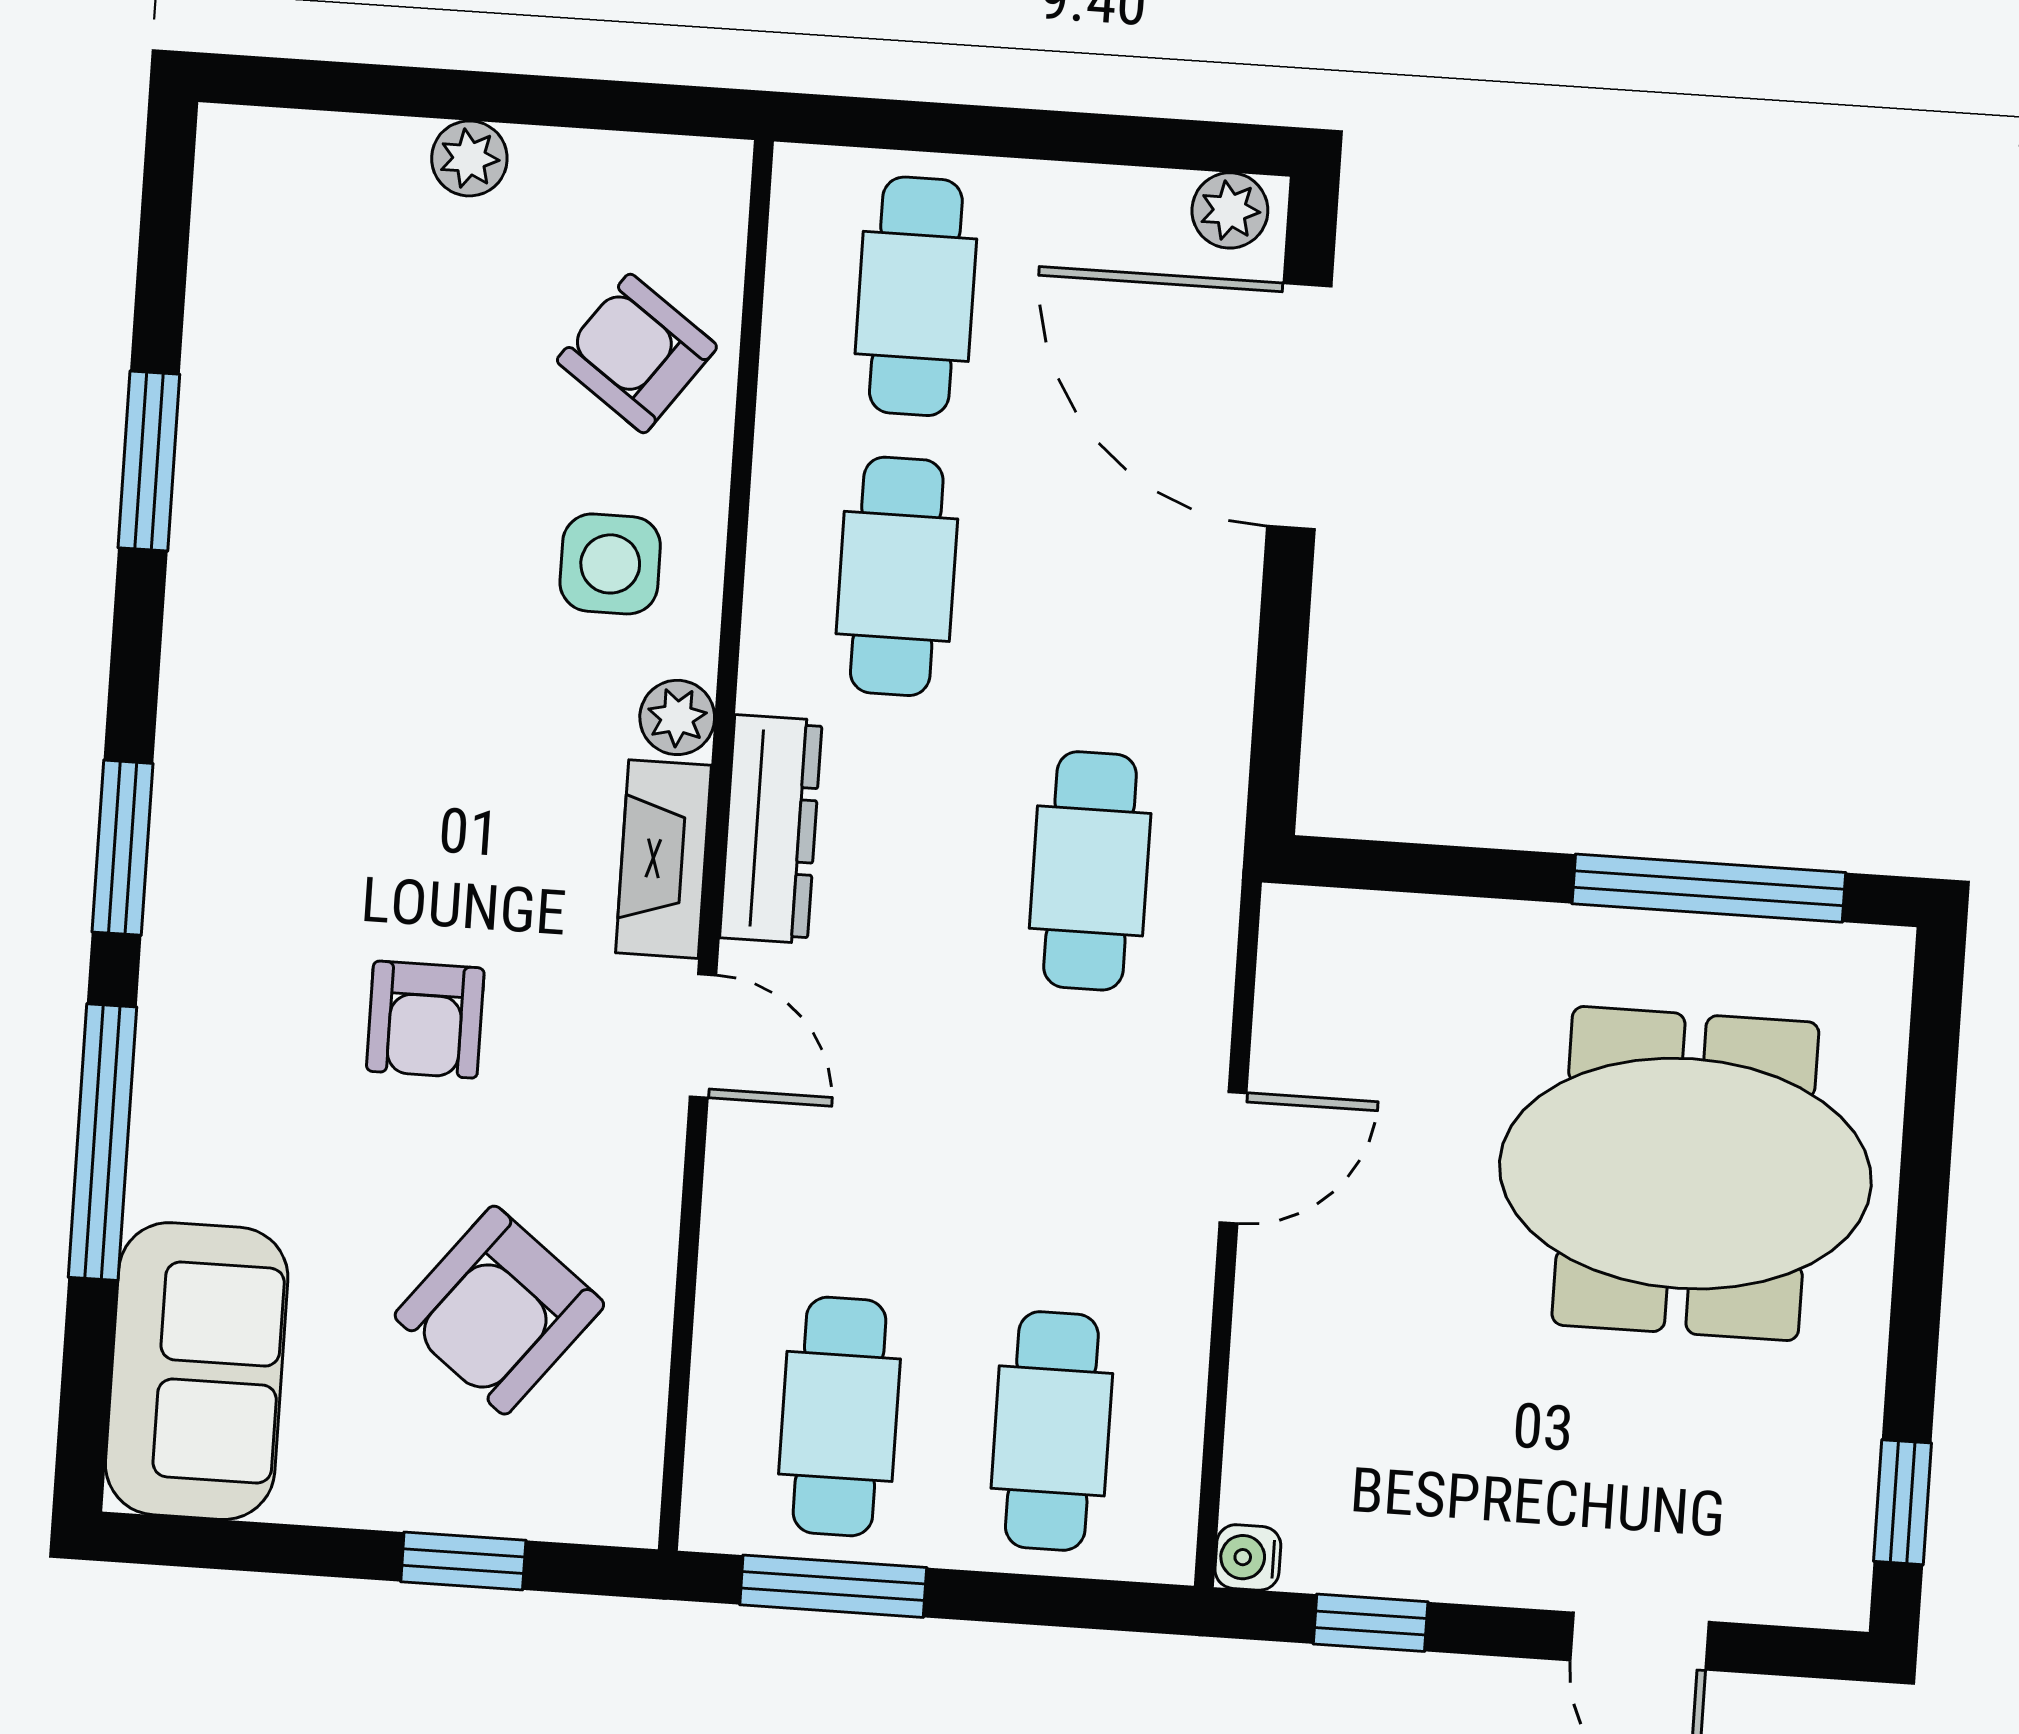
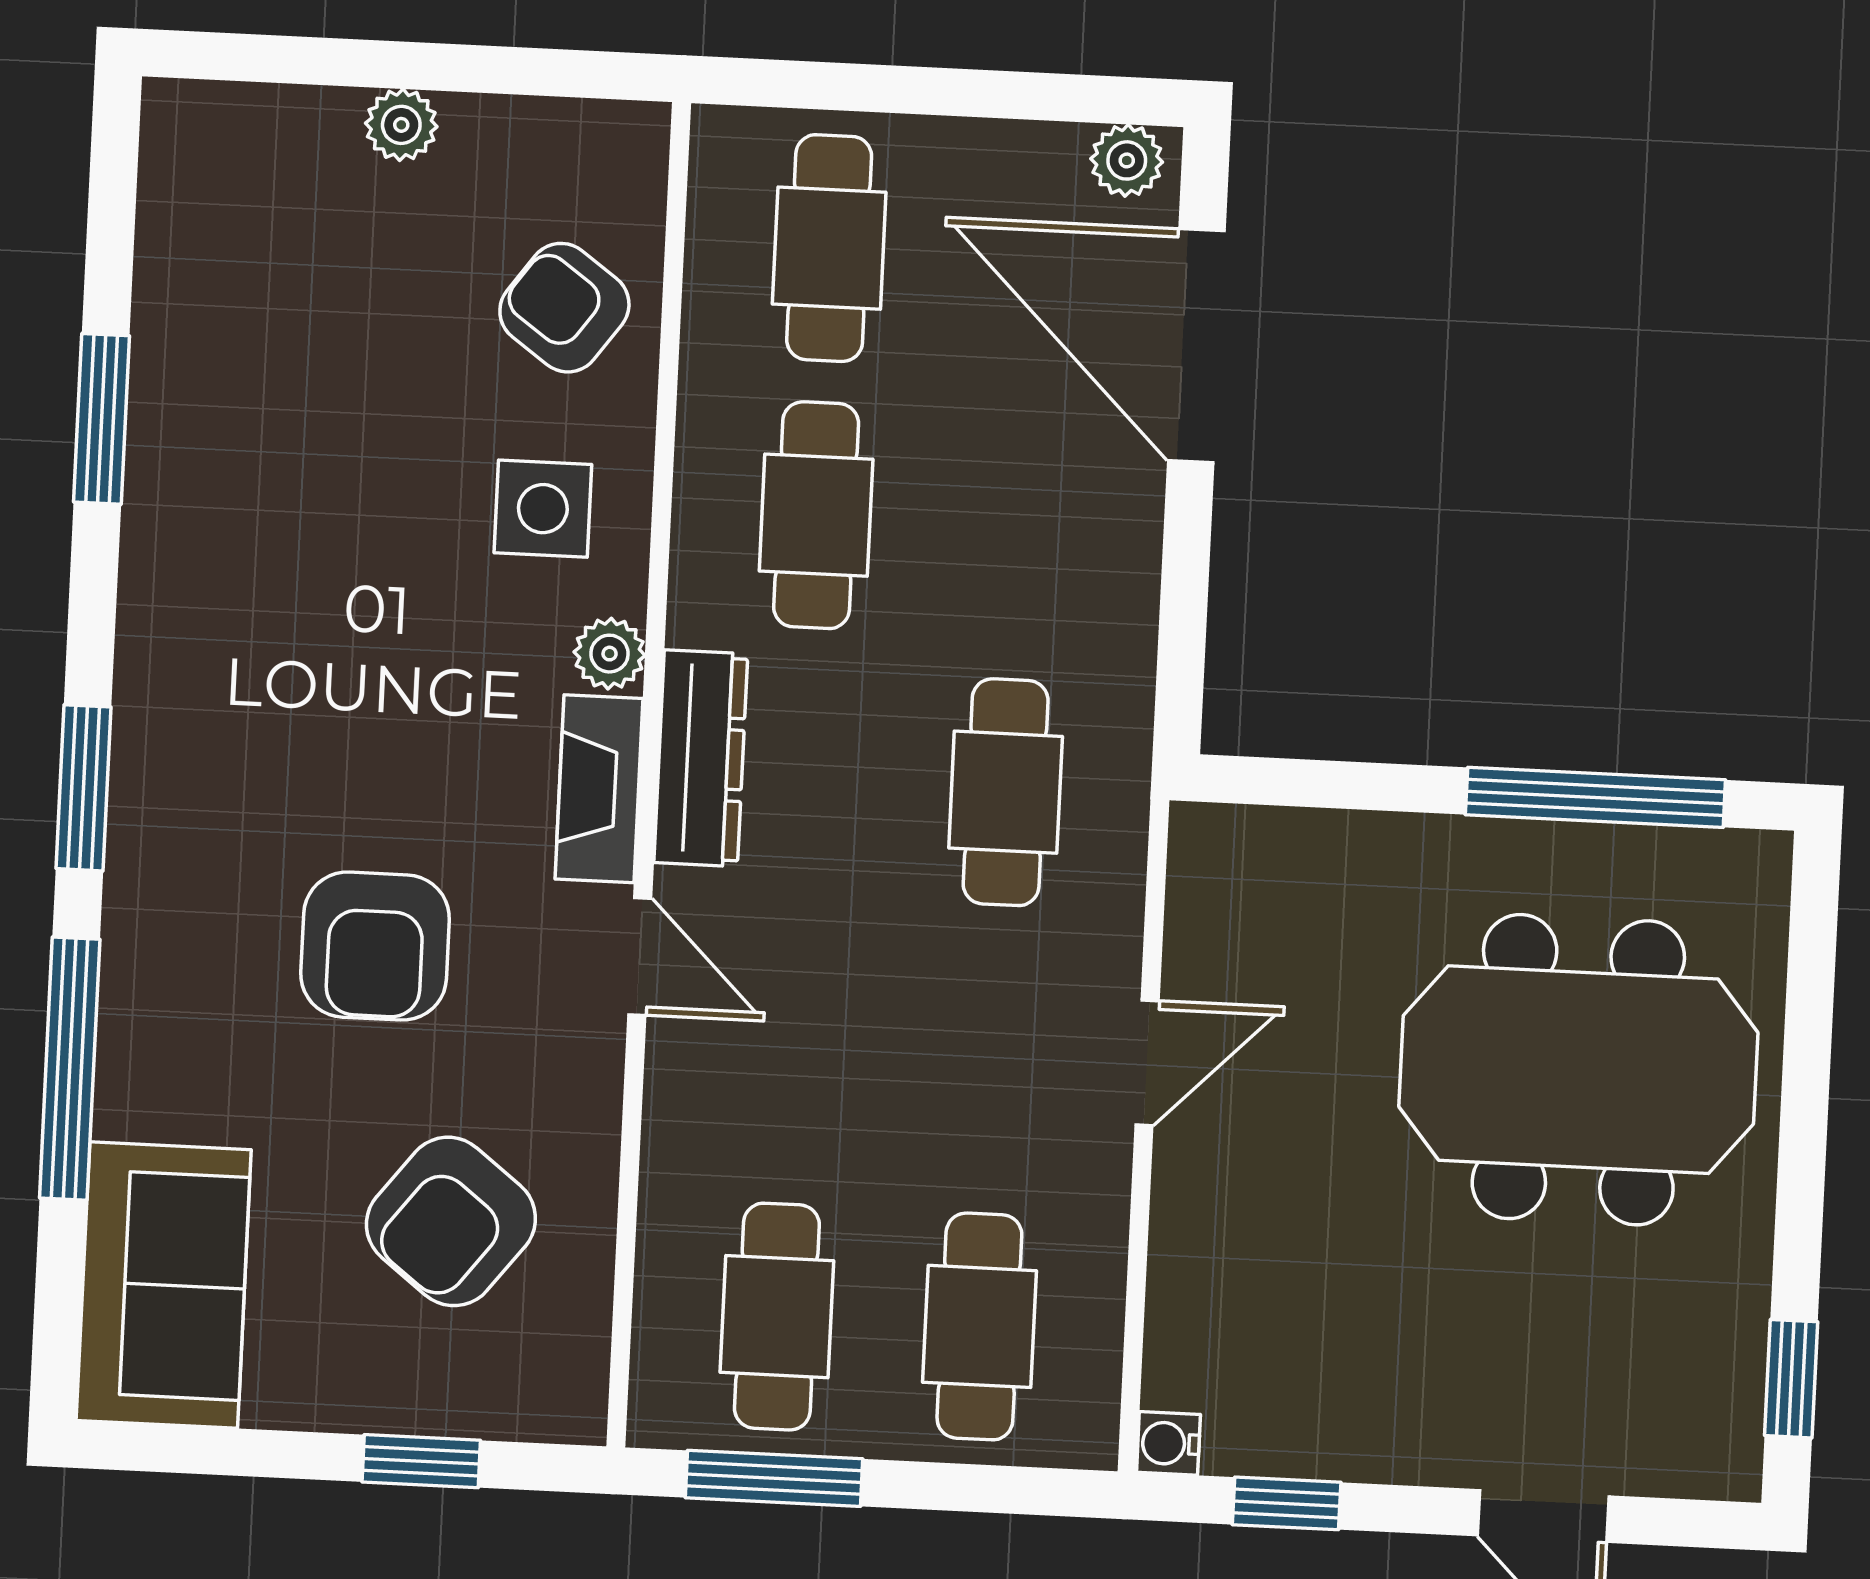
armchair: (425, 1020) -> (375, 946), width x1.38, depth x1.38

